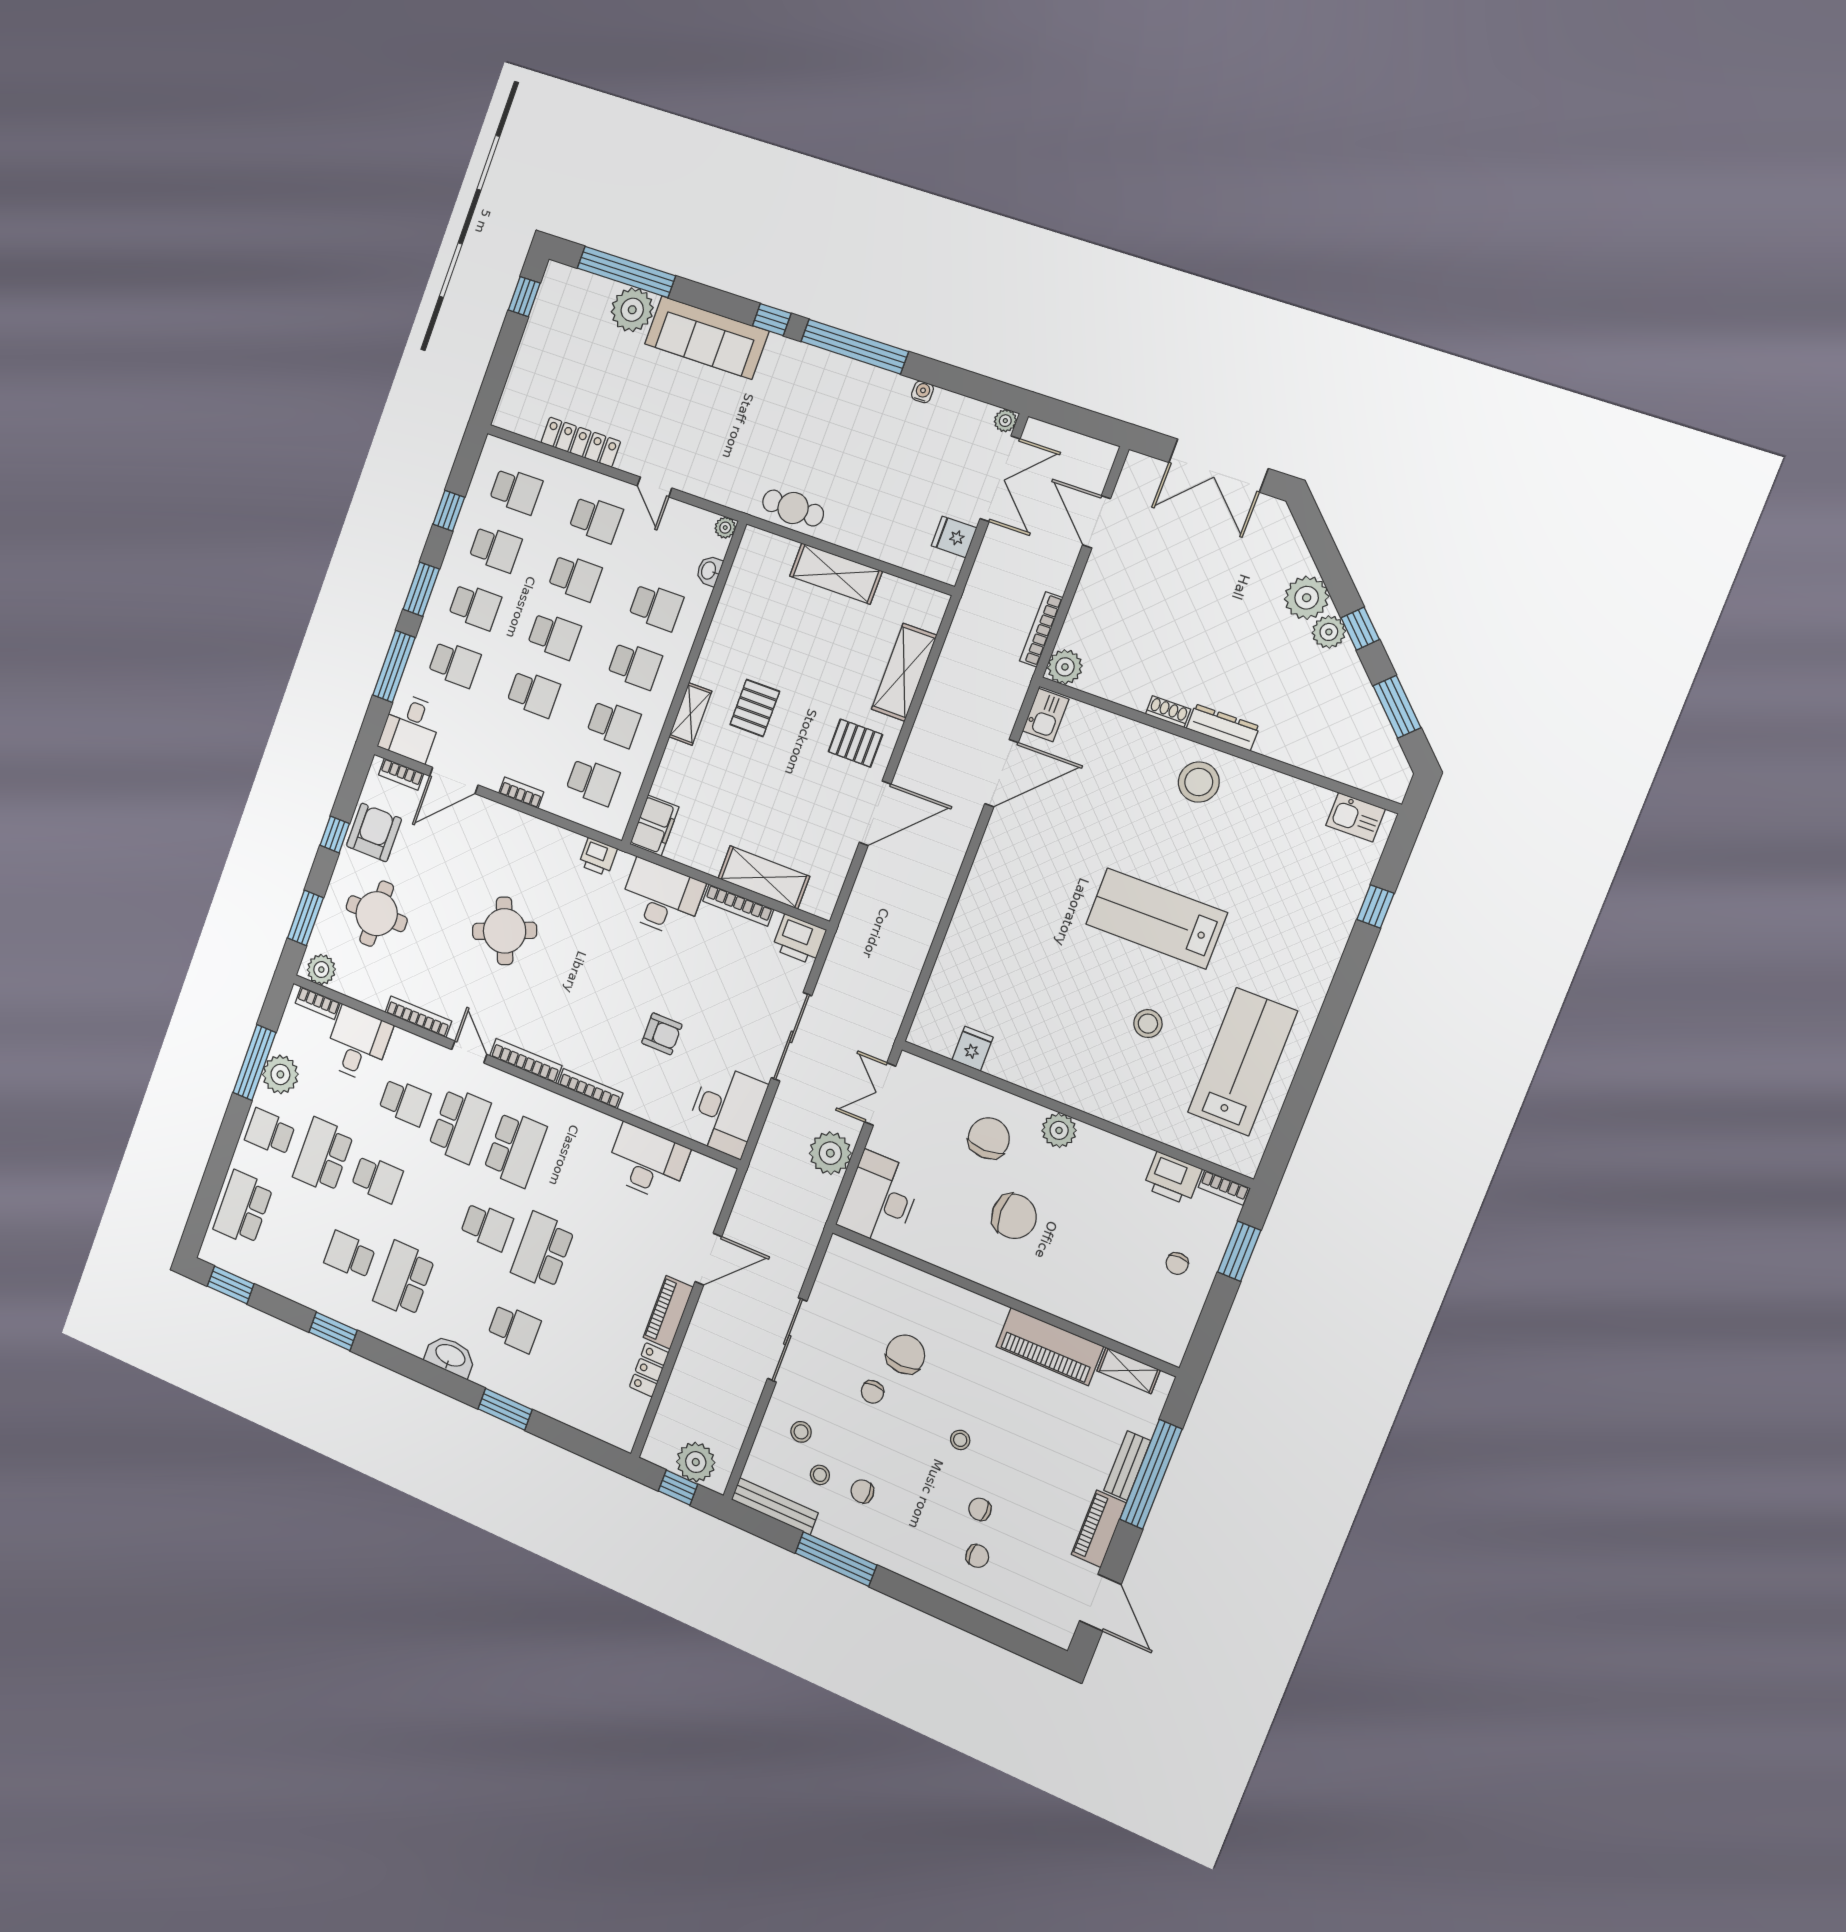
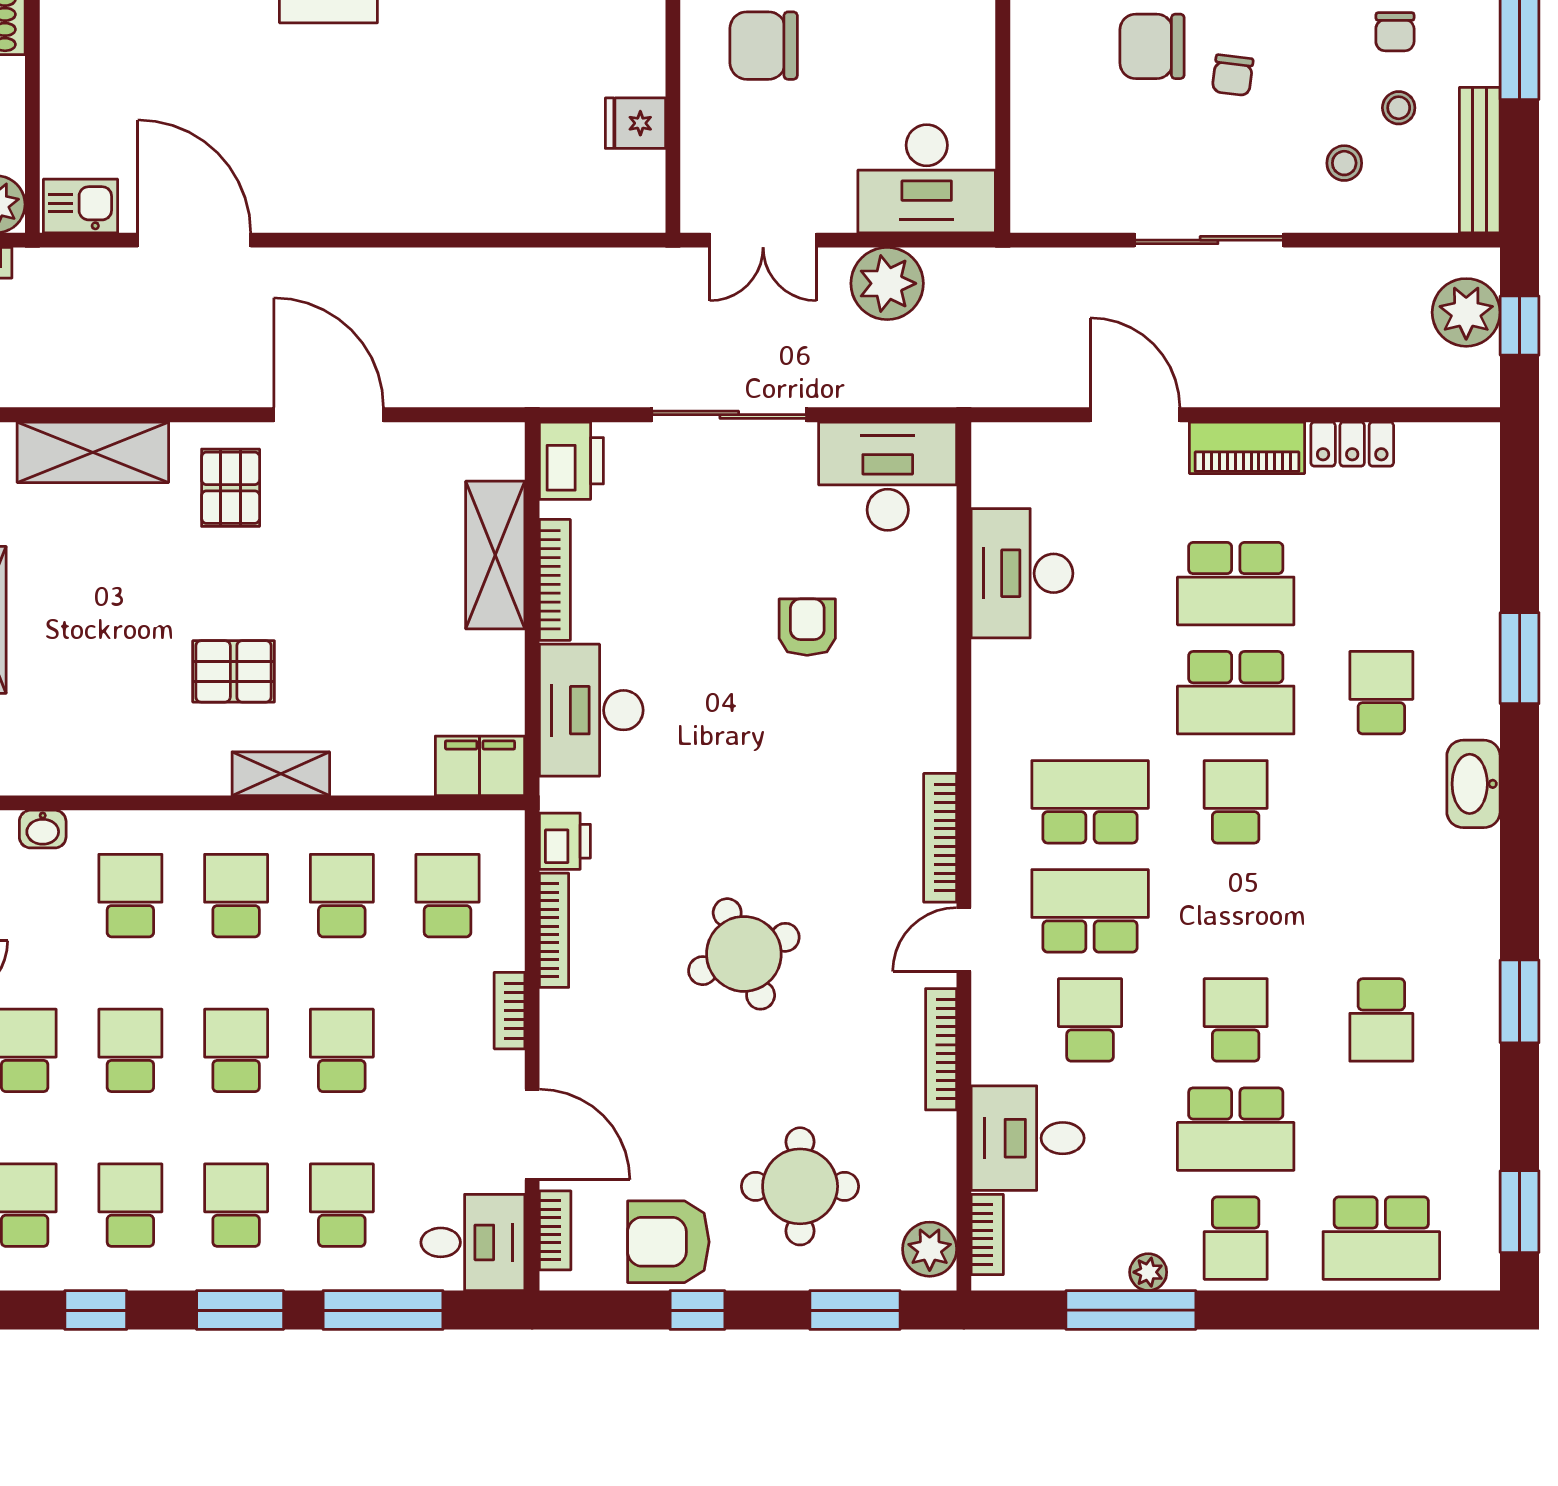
plant: (280, 1074) -> (1148, 1272), width x0.53, depth x0.53
bookcase: (590, 1089) -> (554, 930), moved, turned 180
school desk: (404, 1279) -> (1236, 584), moved
chair: (872, 1392) -> (1233, 75), turned 97

